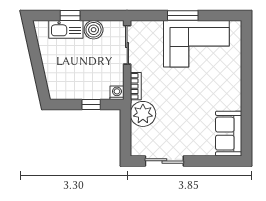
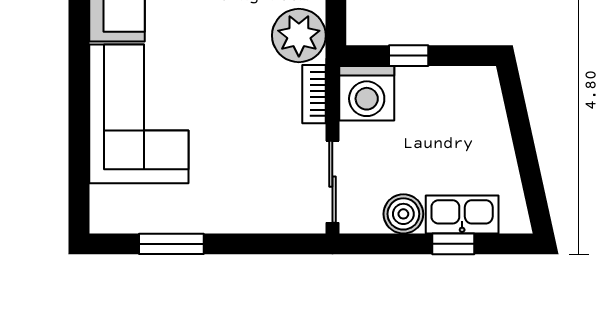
window: (183, 16) -> (171, 244), moved
corner sofa: (196, 44) -> (139, 114), moved, turned 90
washing machine: (117, 93) -> (367, 93), width x1.89, depth x1.89

